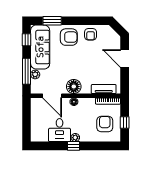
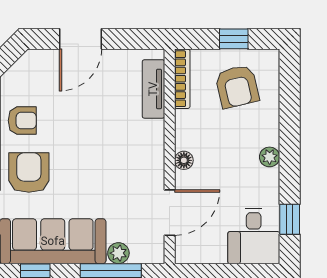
floor lamp: (74, 87) -> (147, 161), removed
armchair: (105, 124) -> (237, 86), turned -103
desk: (60, 130) -> (254, 236), moved, turned 90
window: (74, 146) -> (290, 219), moved

